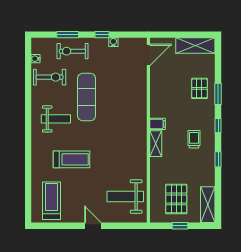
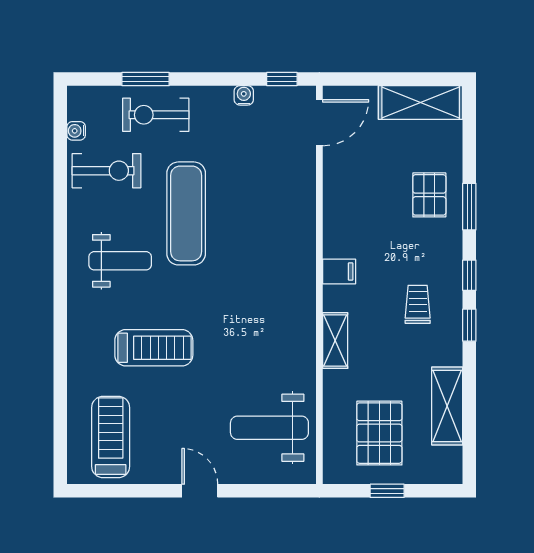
window: (102, 35) -> (282, 79), moved
shelving: (156, 144) -> (335, 341), moved
window: (218, 159) -> (469, 325), moved
shelving: (208, 205) -> (447, 406), moved

